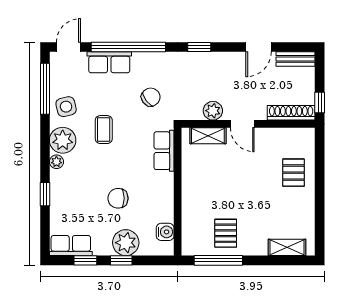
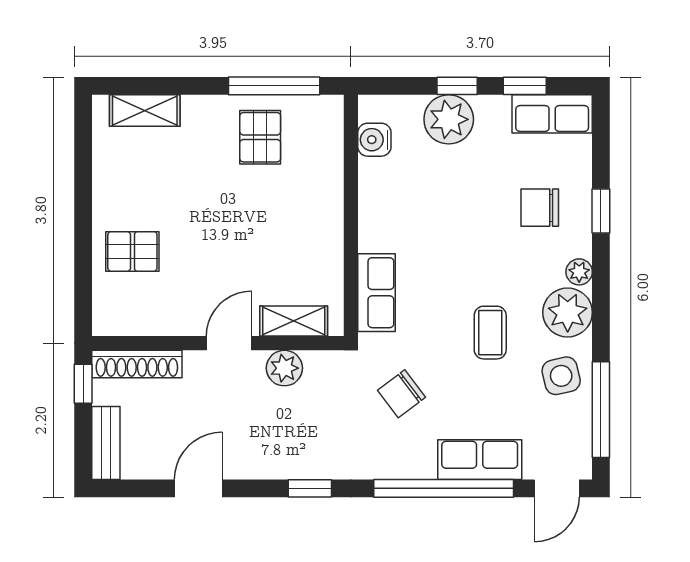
bench: (296, 59) -> (106, 443), moved, turned 90
door: (242, 124) -> (229, 343), hinge flipped
pallet: (293, 173) -> (132, 251), turned 90
chair: (118, 198) -> (540, 208), moved, turned 180

